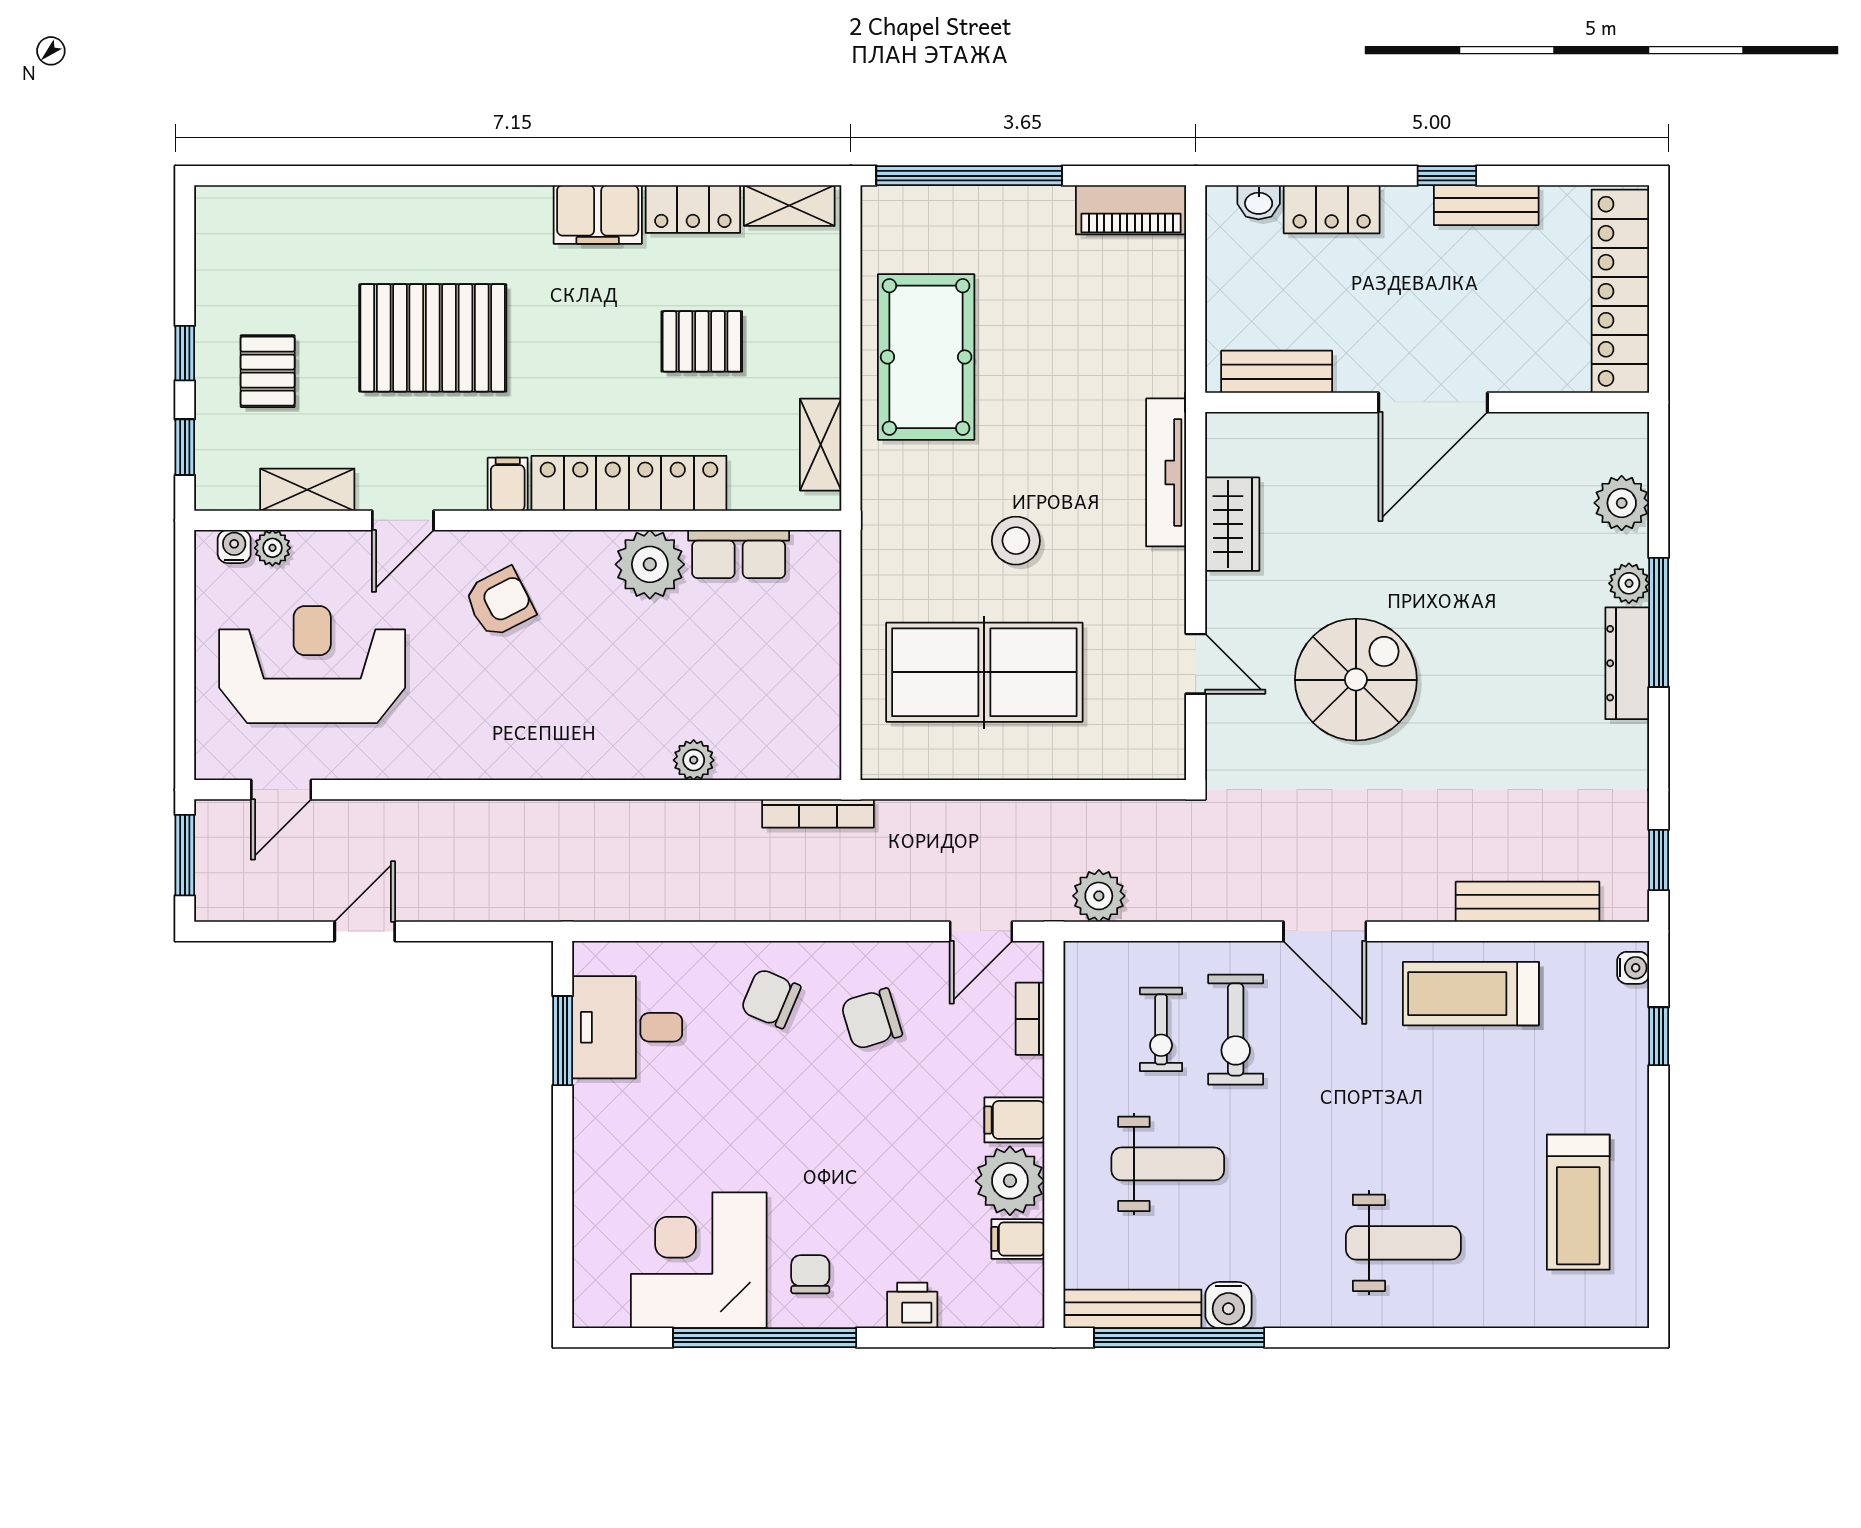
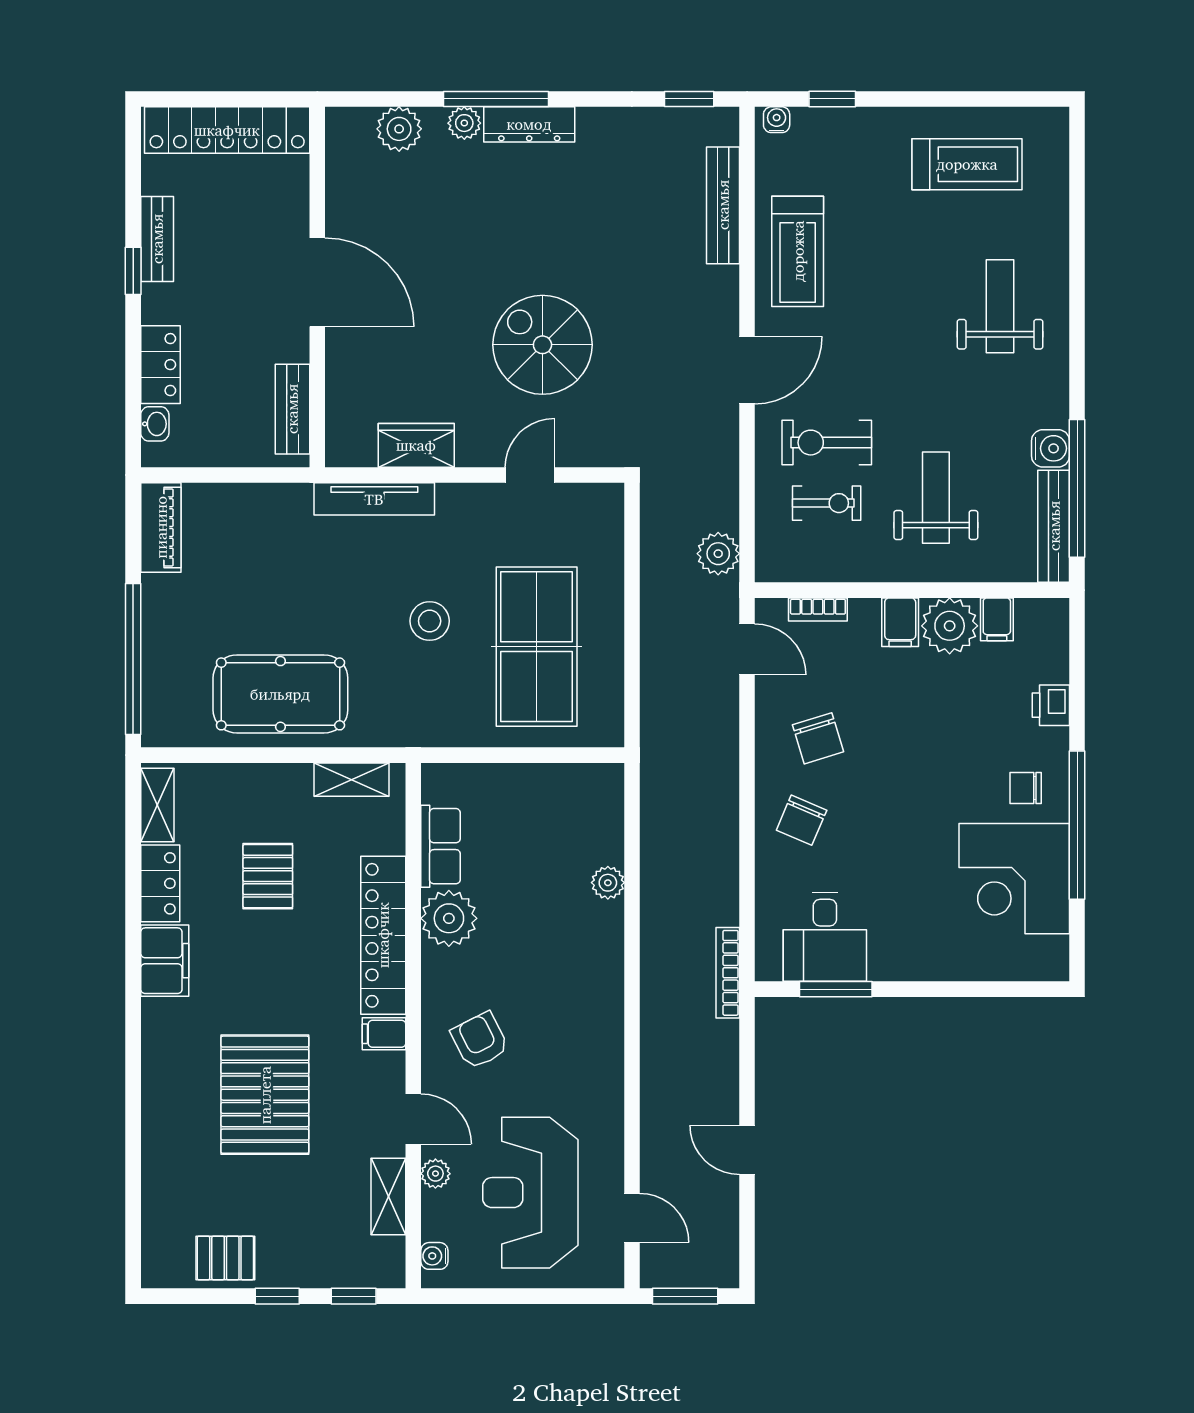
pallet: (268, 371) -> (225, 1258), moved
plant: (272, 548) -> (435, 1174), moved
bookcase: (818, 813) -> (728, 973), moved, turned 180
exercise bike: (1236, 1030) -> (827, 443), turned 180

